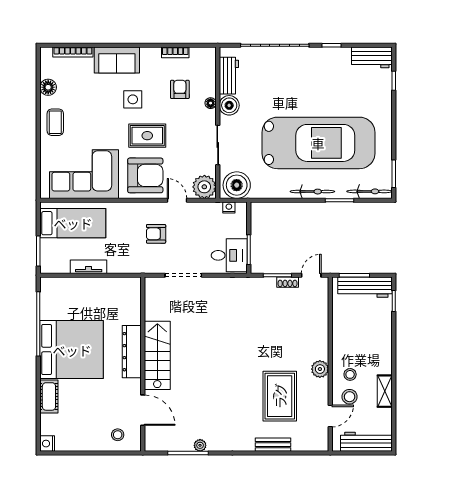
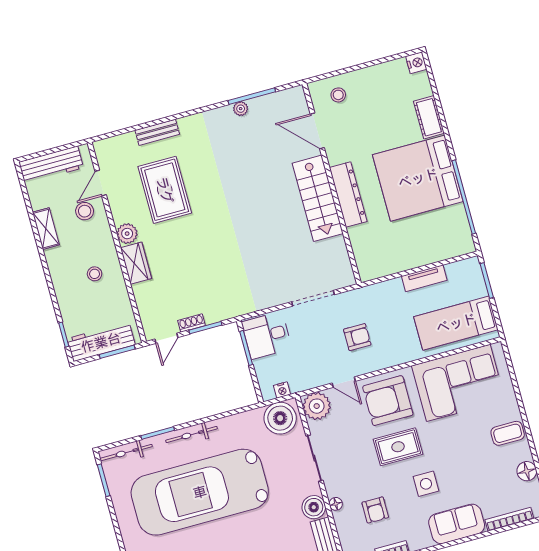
coffee table: (55, 122) -> (508, 433), turned 90
wardrobe: (319, 343) -> (136, 263), added
stool: (350, 374) -> (95, 274), moved

